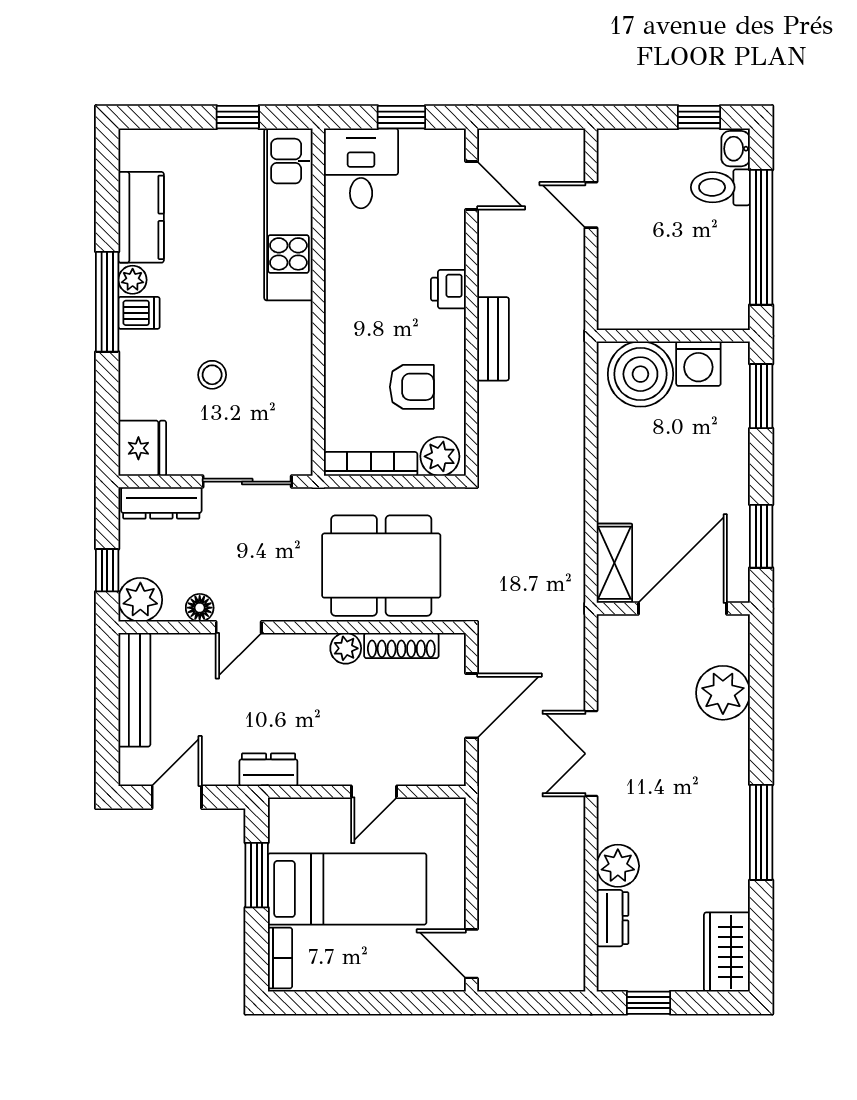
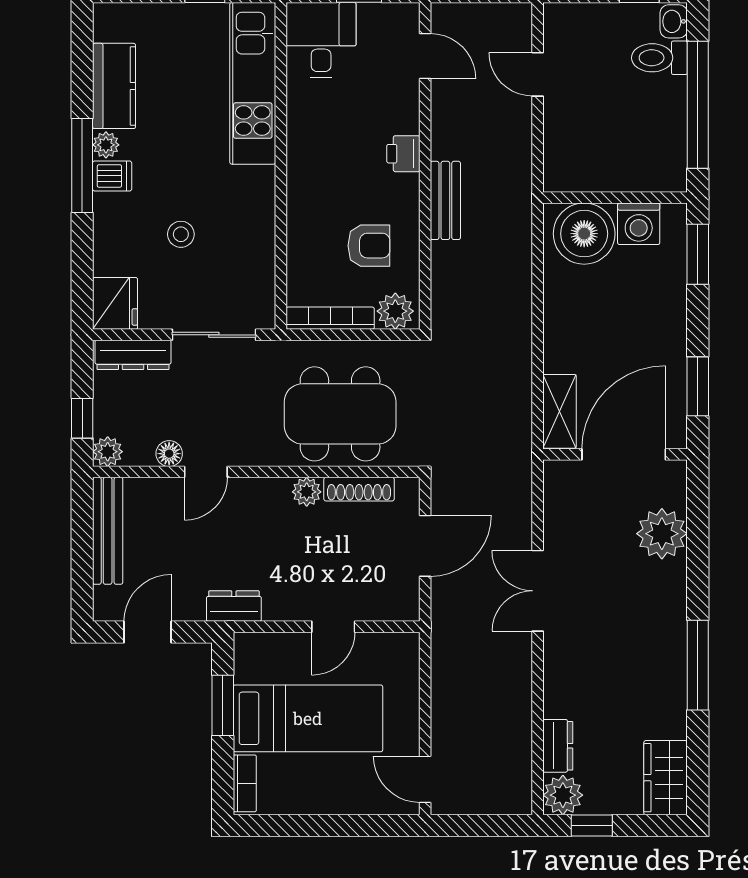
plant: (140, 600) -> (108, 452), width x0.73, depth x0.73
plant: (618, 866) -> (563, 795), moved

